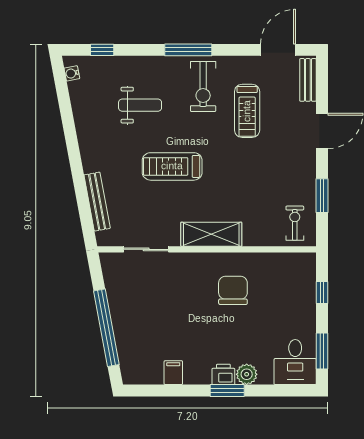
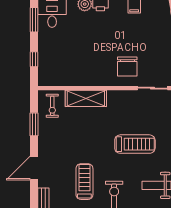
shelving: (211, 234) -> (86, 98), moved
chair: (233, 290) -> (127, 66), moved

